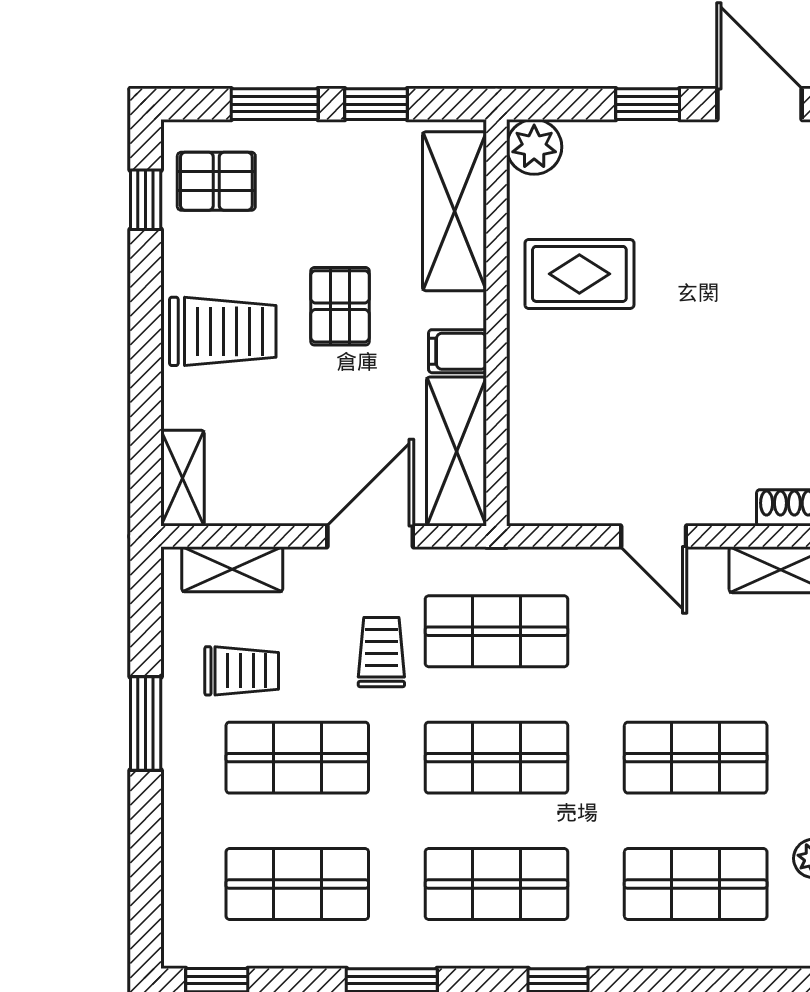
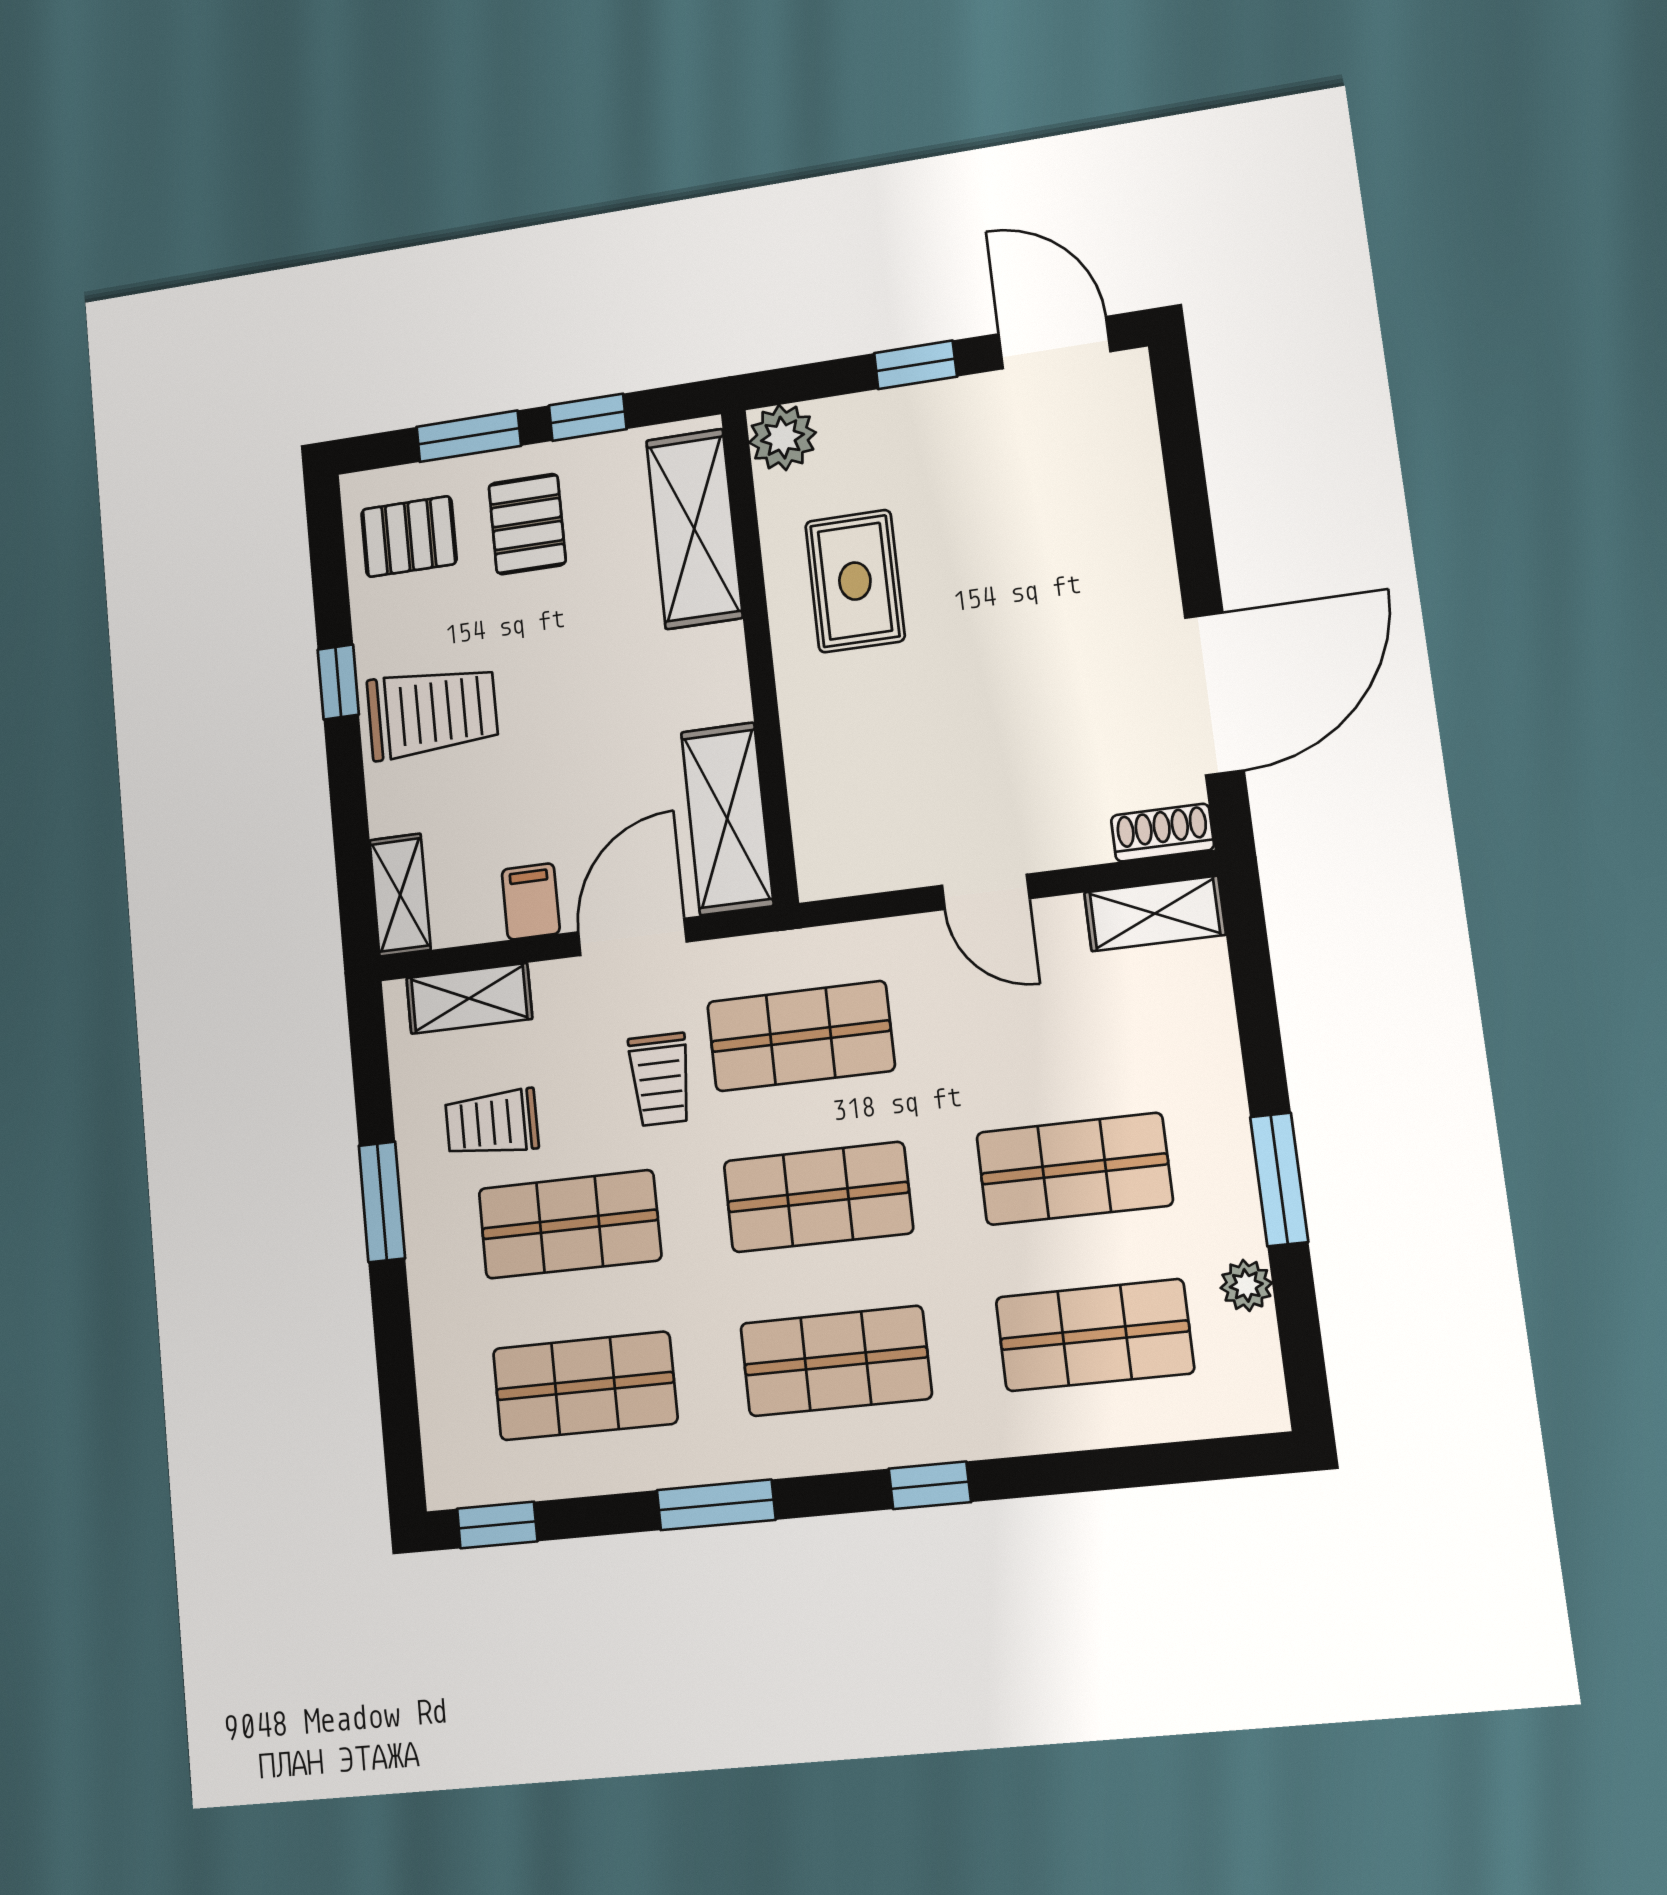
window: (146, 200) -> (338, 682), moved
rug: (579, 274) -> (855, 581), turned 90
pallet: (340, 306) -> (527, 524), moved
filing cabinet: (457, 351) -> (531, 901), moved, turned 90
trolley: (381, 652) -> (660, 1079), turned 180
trolley: (242, 671) -> (492, 1123), turned 180

